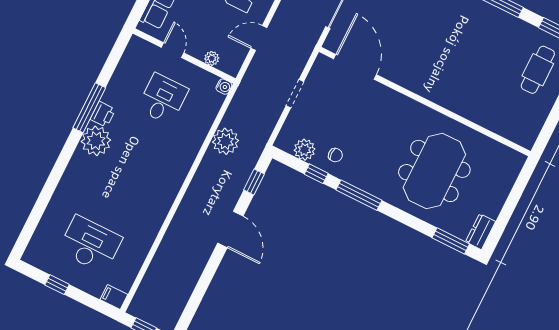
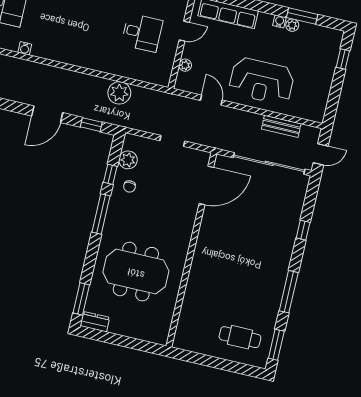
water cooler: (224, 87) -> (25, 48), moved

